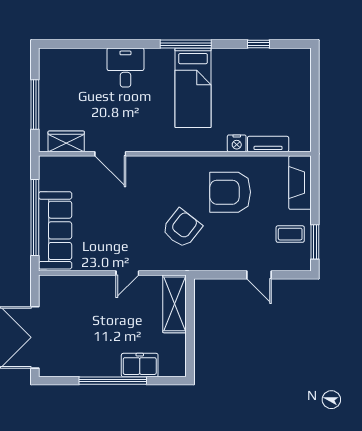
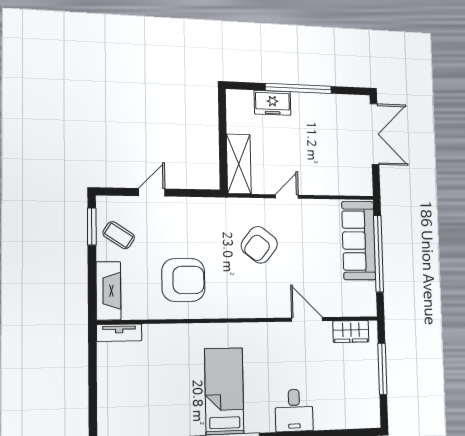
nightstand: (237, 143) -> (177, 332), removed
tv unit: (268, 144) -> (119, 333), moved
armchair: (182, 228) -> (259, 245), moved
coffee table: (290, 234) -> (119, 235), turned 33
door: (259, 275) -> (152, 192), hinge flipped

